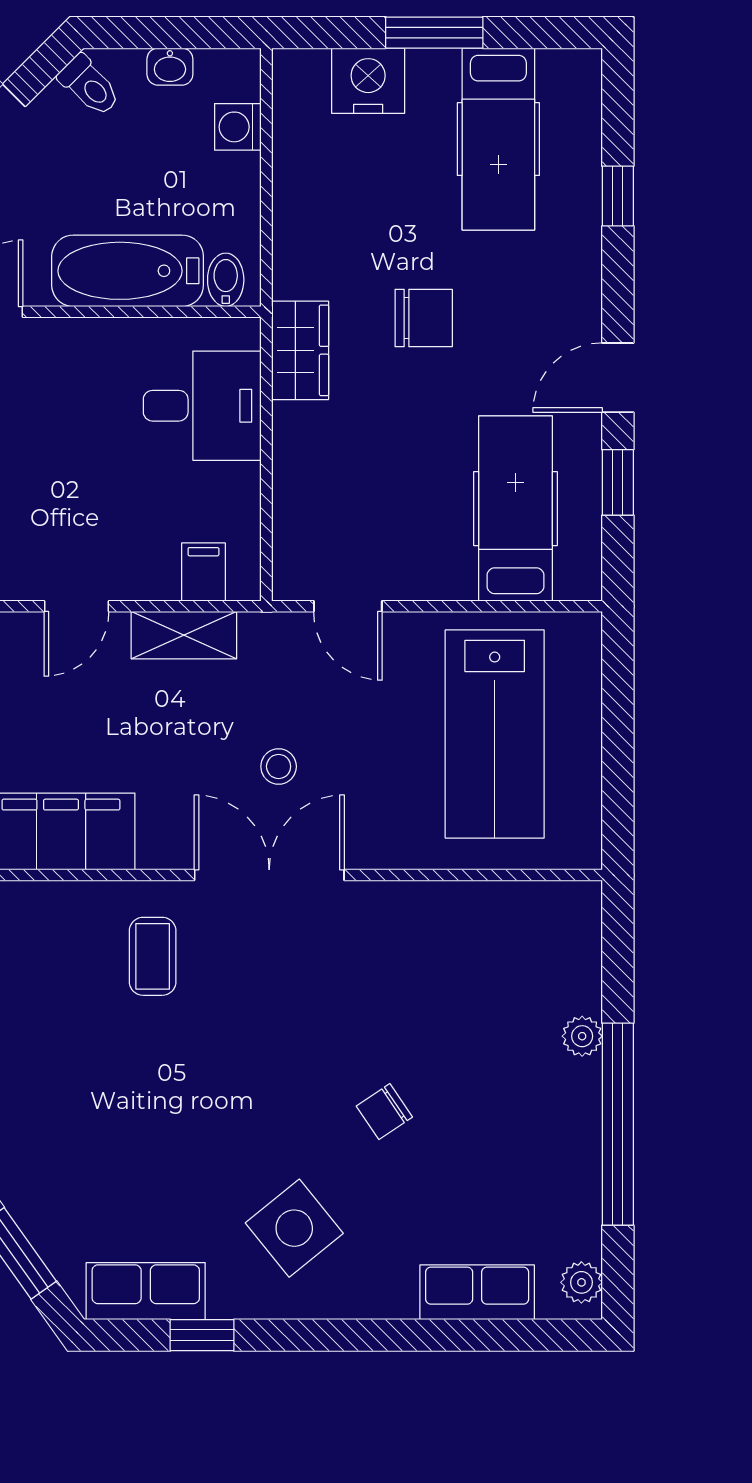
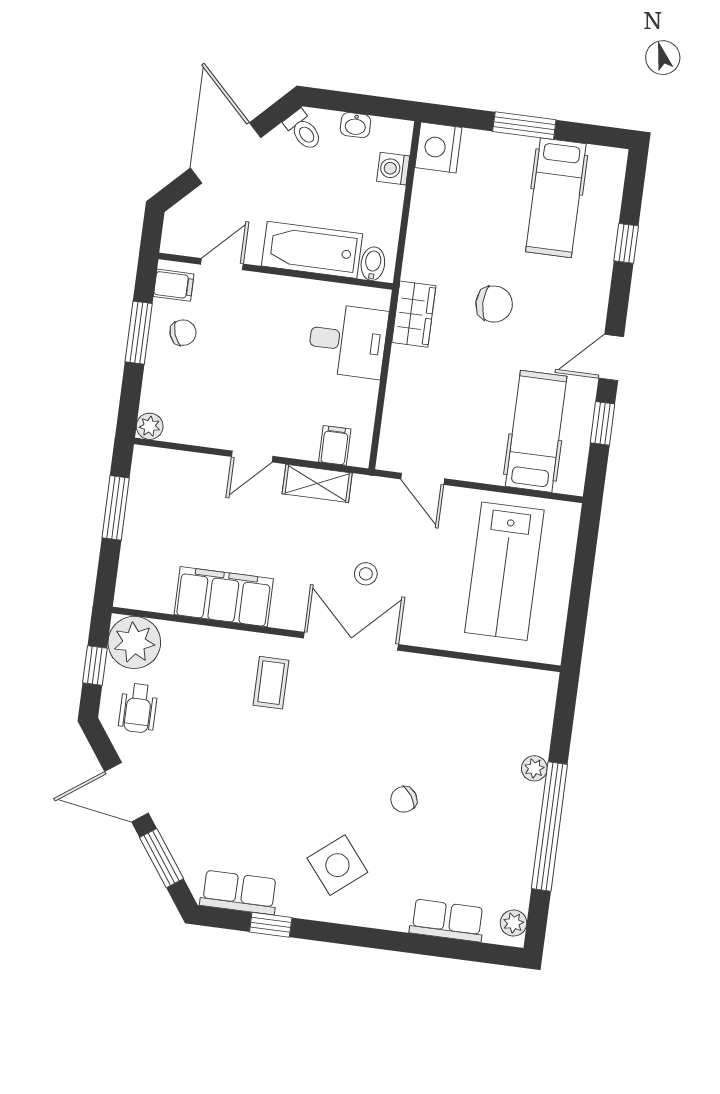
nightstand: (368, 81) -> (438, 147), moved, turned -90

